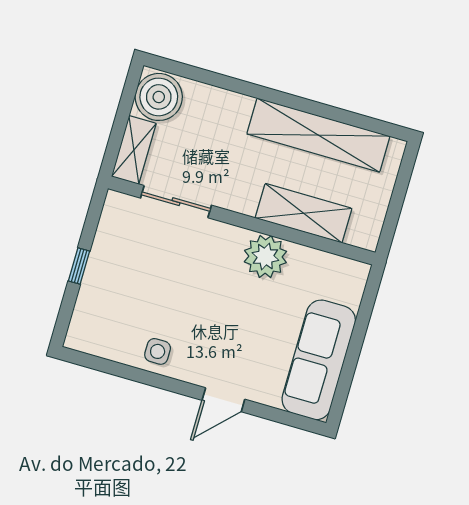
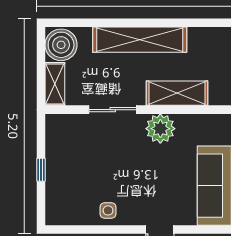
shelving: (318, 135) -> (140, 40), moved
sliding door: (176, 202) -> (113, 110), moved

